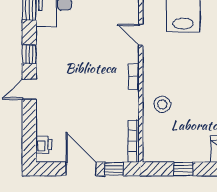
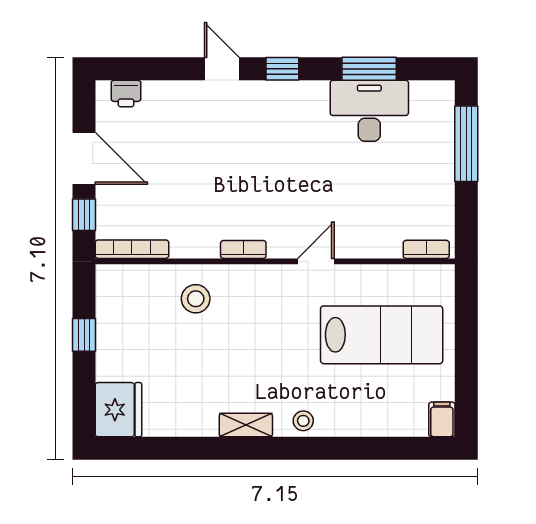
door: (81, 169) -> (84, 158), hinge flipped

